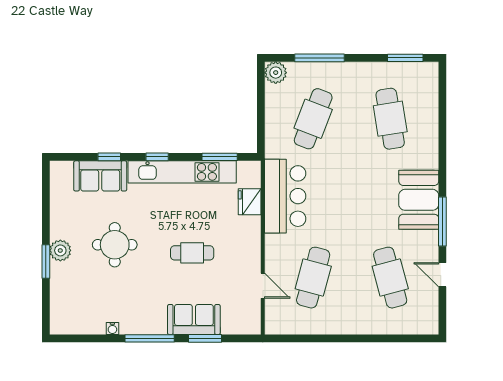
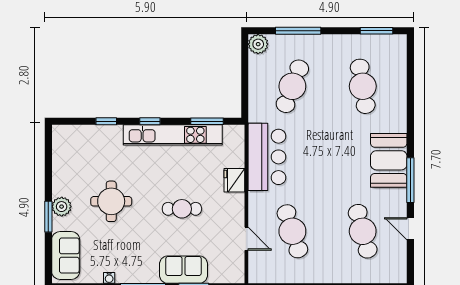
sofa: (100, 176) -> (66, 256), moved, turned -90
fridge: (250, 202) -> (234, 180), moved
cafe table: (313, 278) -> (292, 231), turned -33

